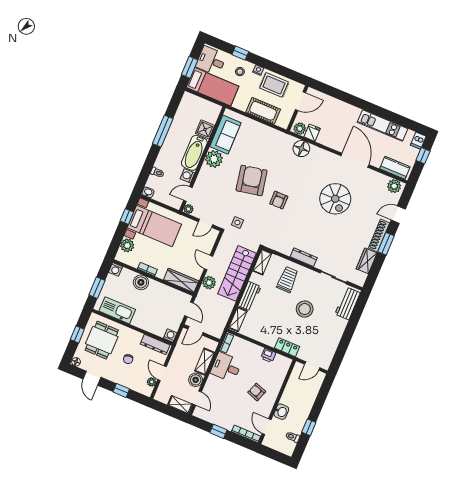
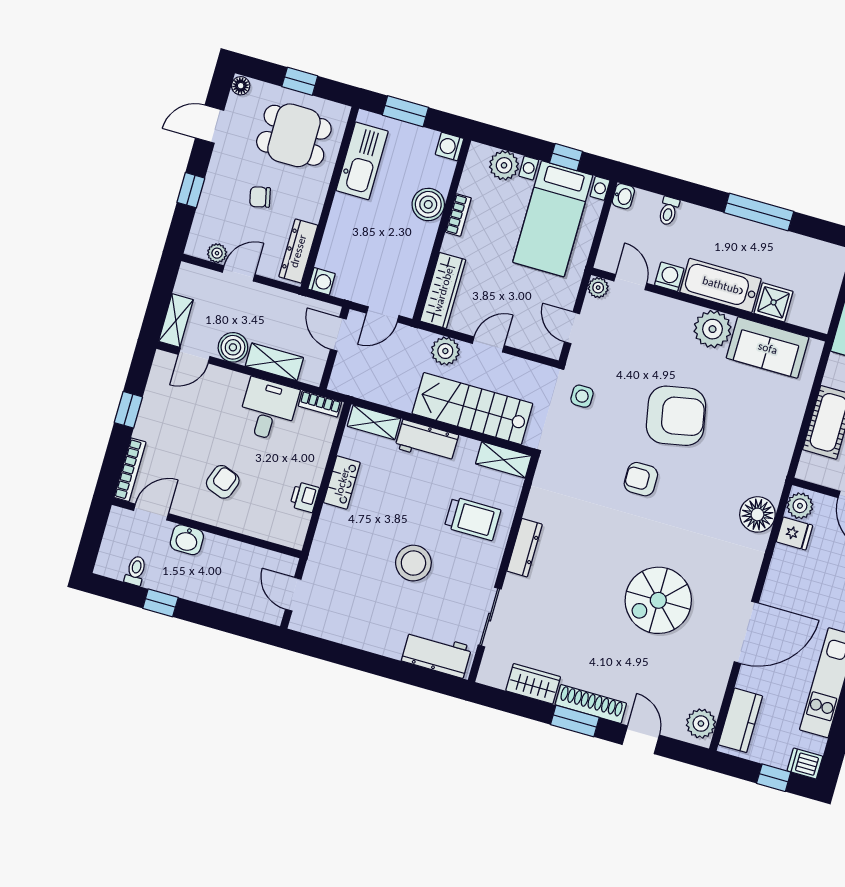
locker: (287, 347) -> (342, 482), moved

